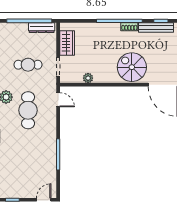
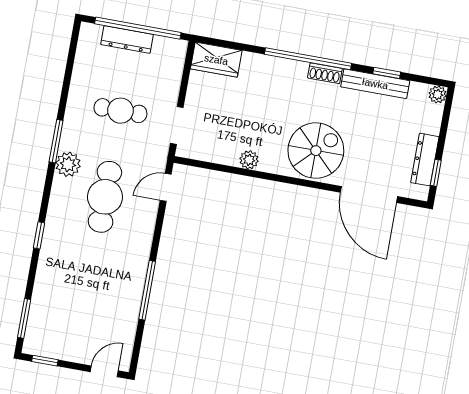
dresser: (42, 28) -> (127, 40), moved
wardrobe: (67, 43) -> (216, 60), moved, turned 90
spiral stairs: (132, 67) -> (316, 151), turned 90
plant: (88, 78) -> (249, 160), moved
door: (58, 100) -> (166, 187), swing flipped

